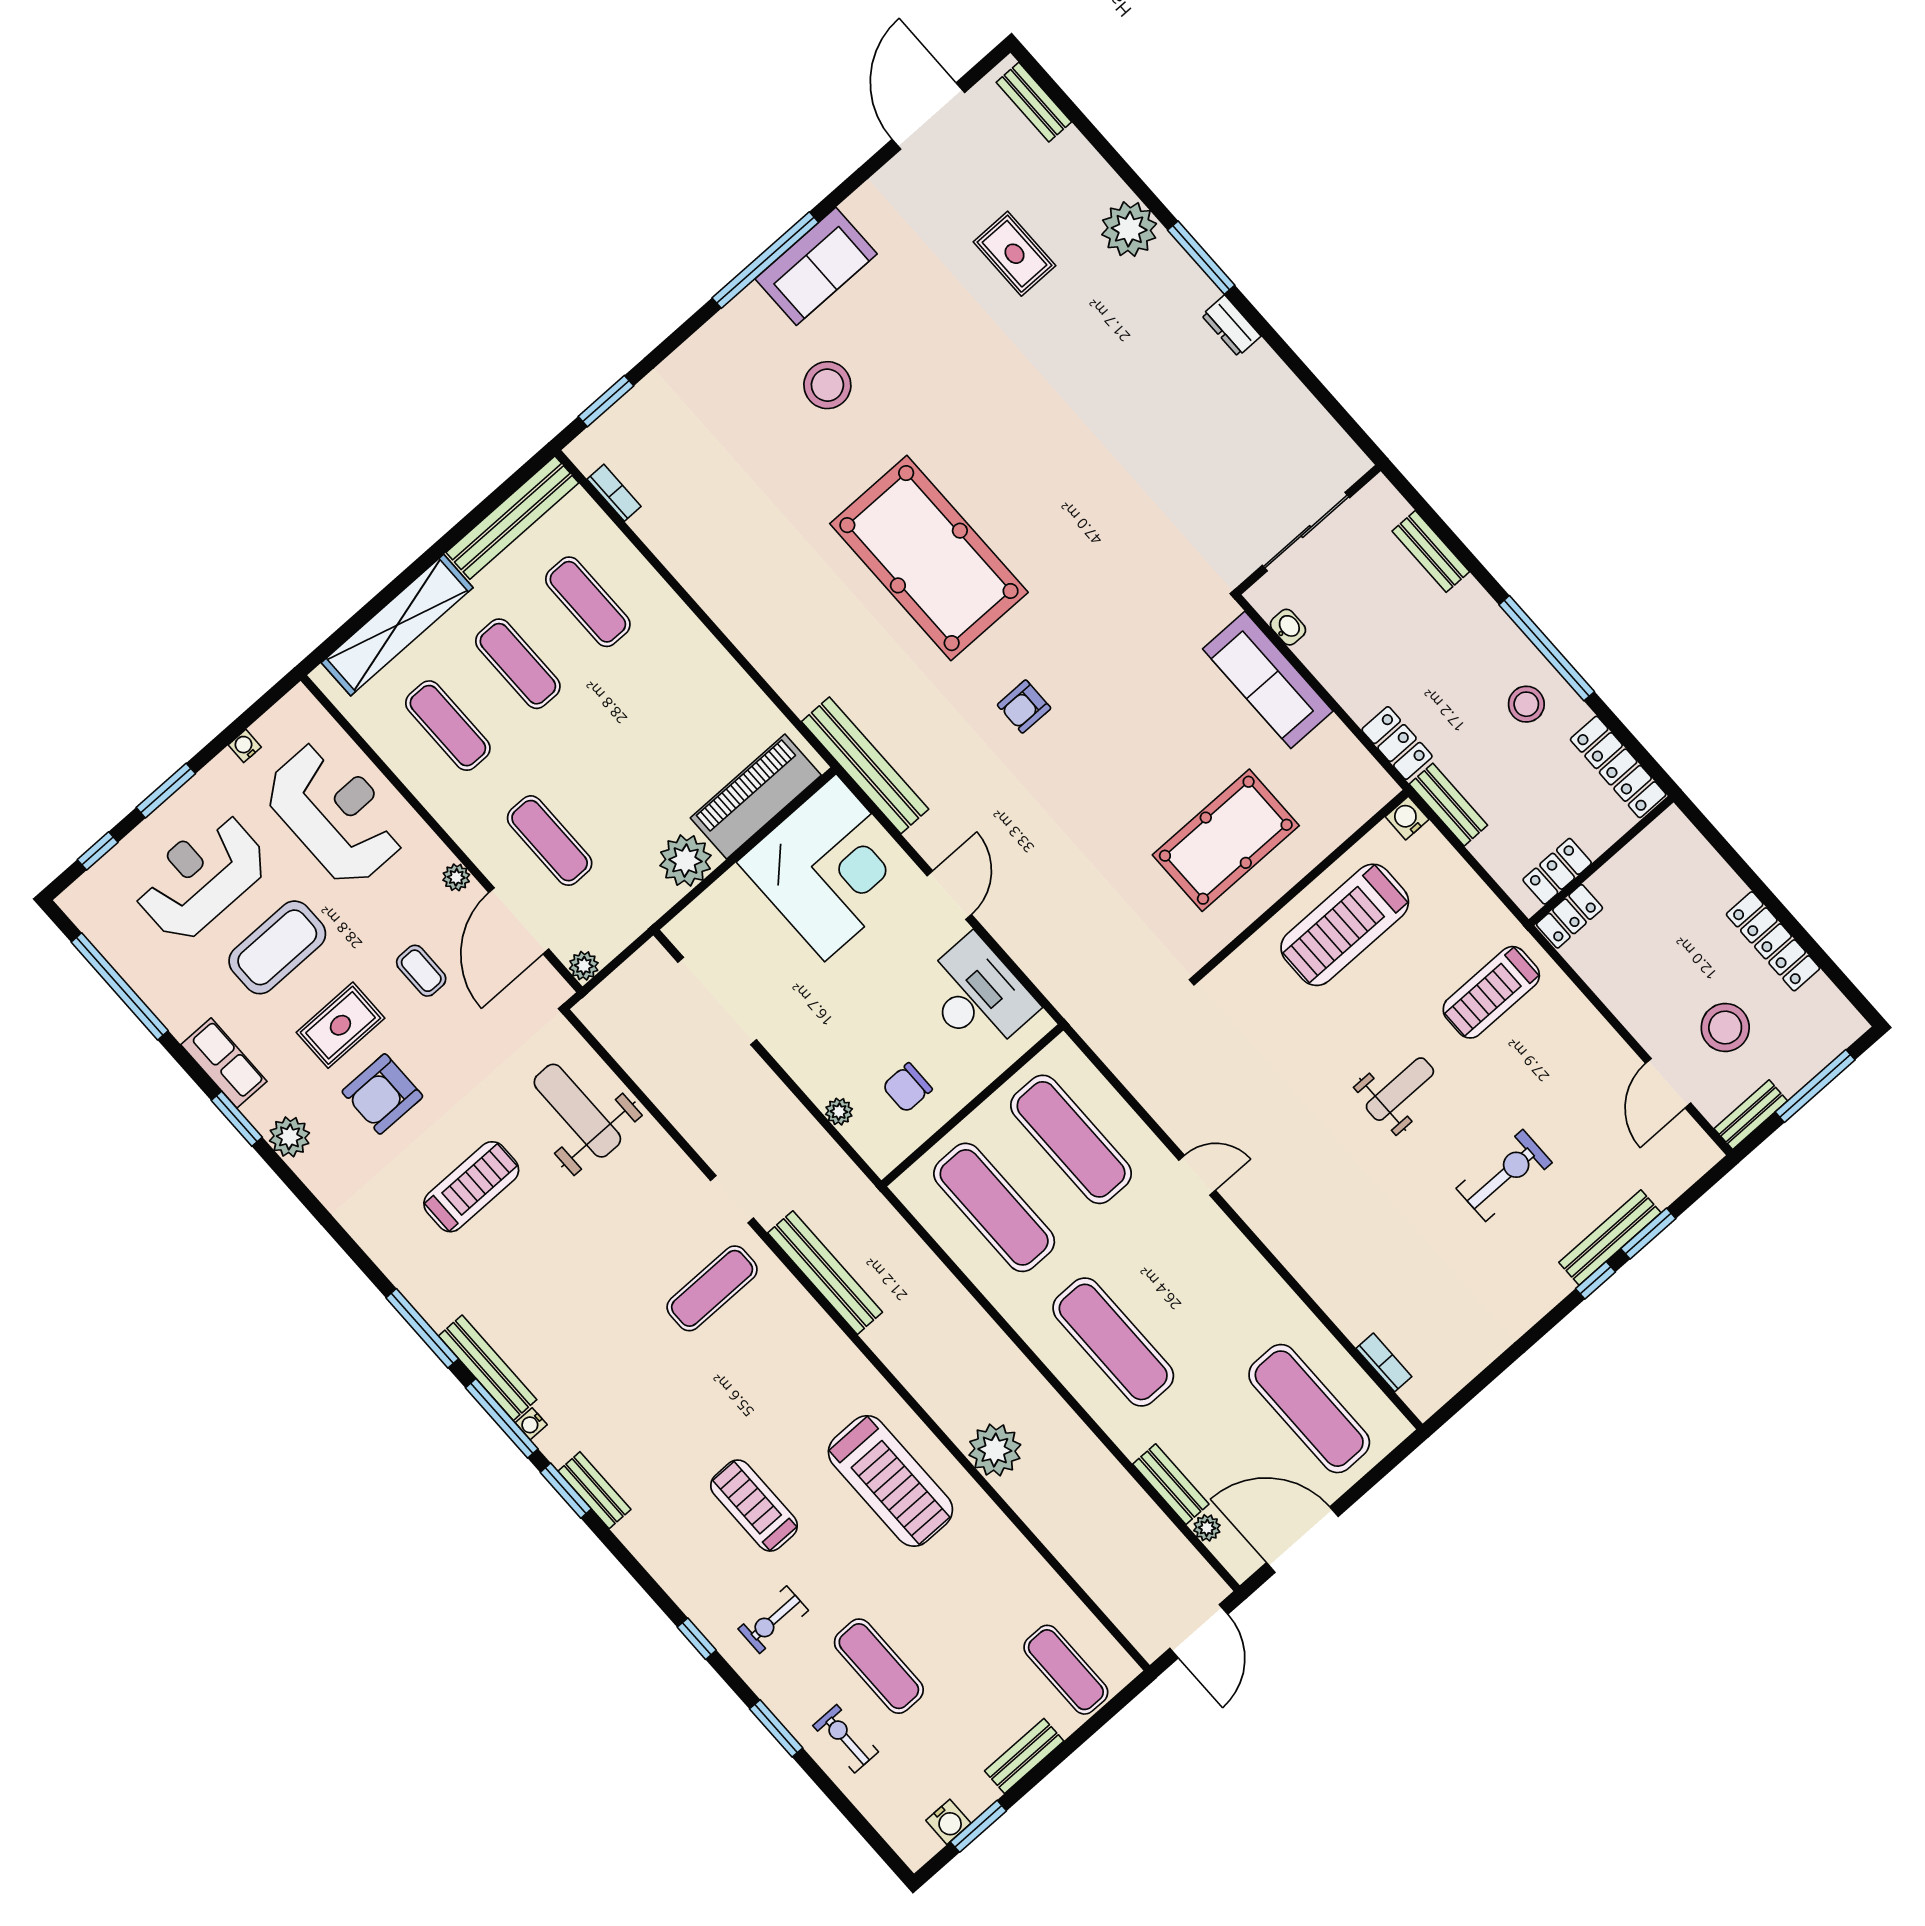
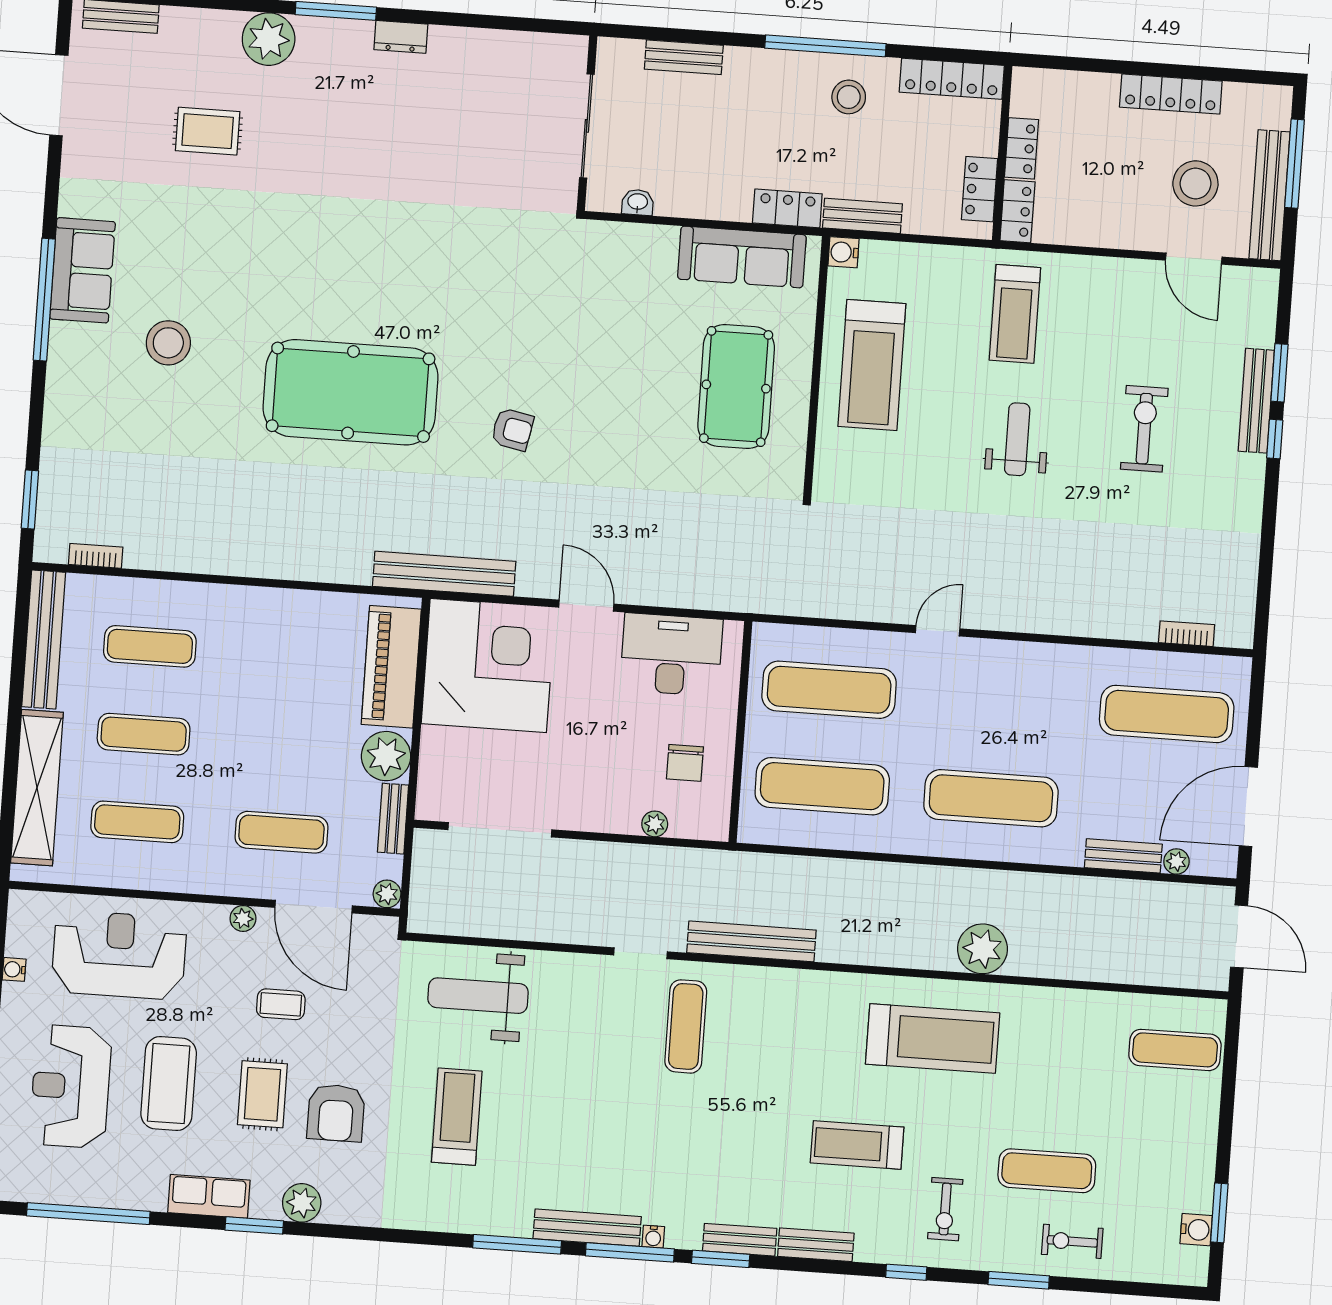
sofa: (1268, 680) -> (742, 257), moved
armchair: (1024, 707) -> (512, 429), turned -79
locker: (1619, 872) -> (1022, 148), added
bench: (644, 913) -> (393, 819), added
bench: (1751, 1115) -> (1269, 195), width x1.86, depth x1.21
bench: (1024, 1756) -> (816, 1245), moved, turned 90

